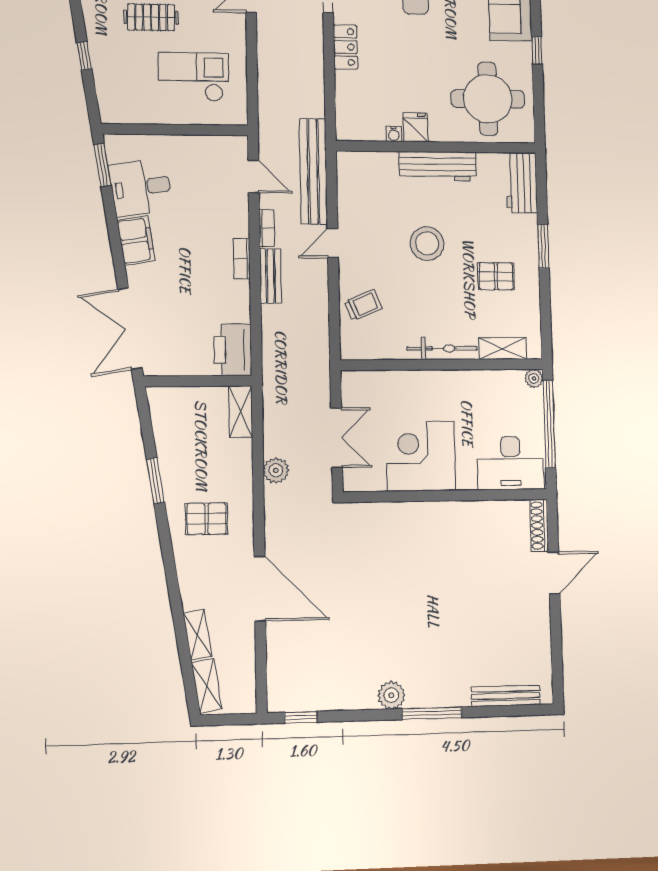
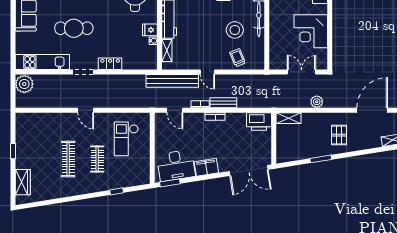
shelving: (375, 161) -> (167, 51), added
door: (254, 176) -> (175, 110), swing flipped
desk: (141, 187) -> (176, 165), width x1.37
stool: (427, 244) -> (235, 30), moved

